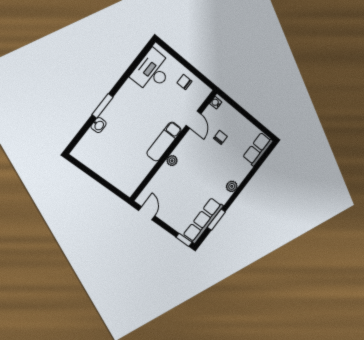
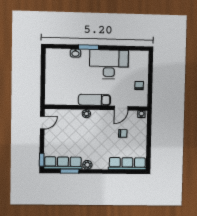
desk: (152, 71) -> (109, 64), moved, width x1.36, depth x1.30
row of seats: (258, 149) -> (127, 164), width x1.48
plant: (232, 186) -> (87, 165), moved

